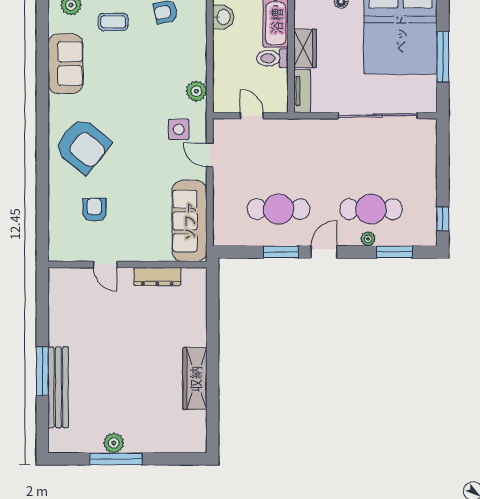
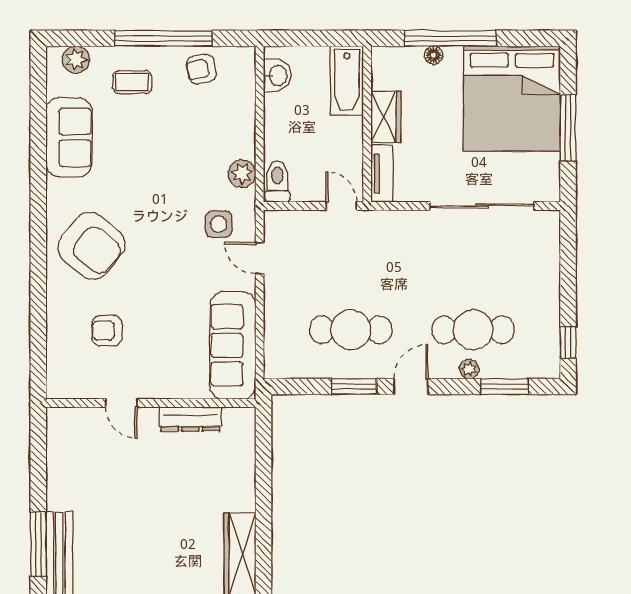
toilet: (272, 58) -> (277, 181), moved, turned 90
door: (252, 116) -> (341, 206), moved
armchair: (94, 210) -> (107, 331), turned -90

